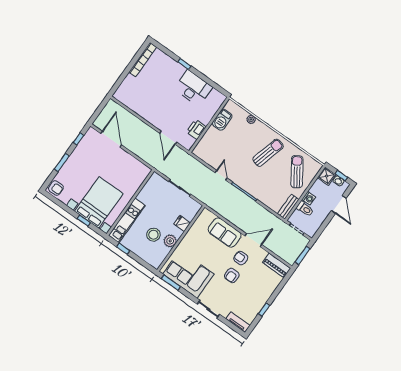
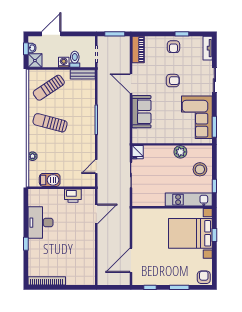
door: (221, 175) -> (96, 167), moved
fridge: (182, 223) -> (138, 152), moved
stool: (153, 235) -> (200, 169), moved
armchair: (241, 258) -> (173, 47), moved

